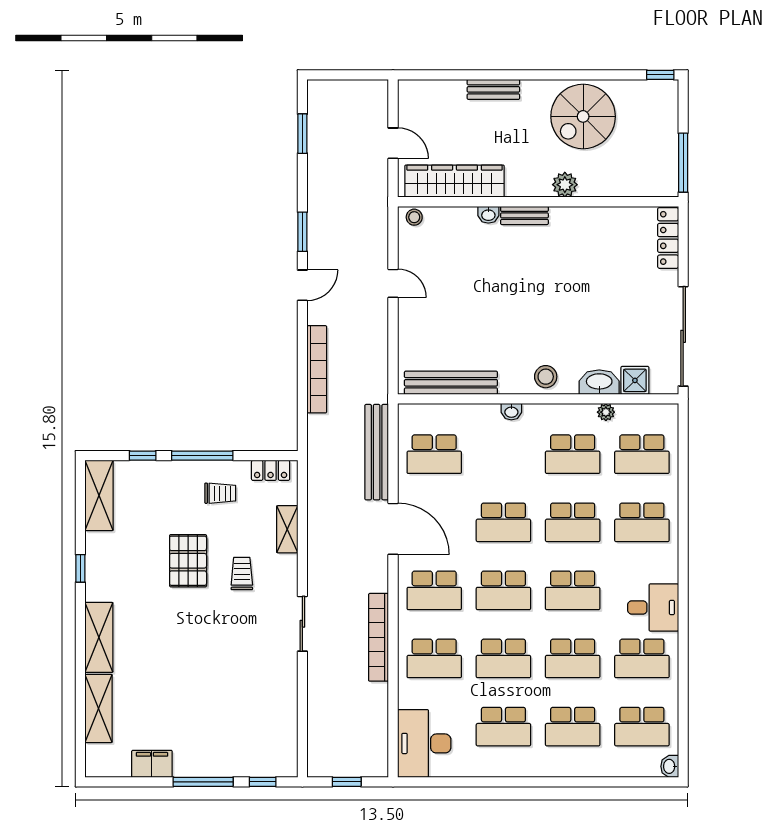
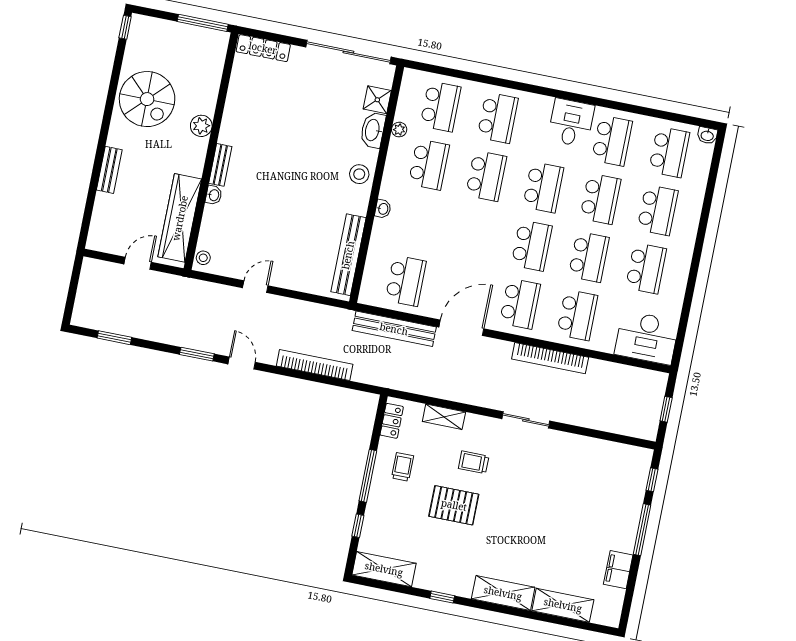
school desk: (503, 522) -> (474, 234), removed

